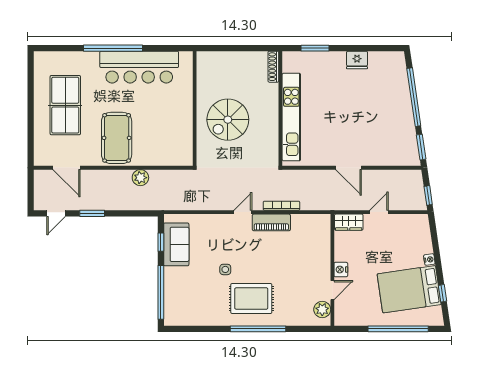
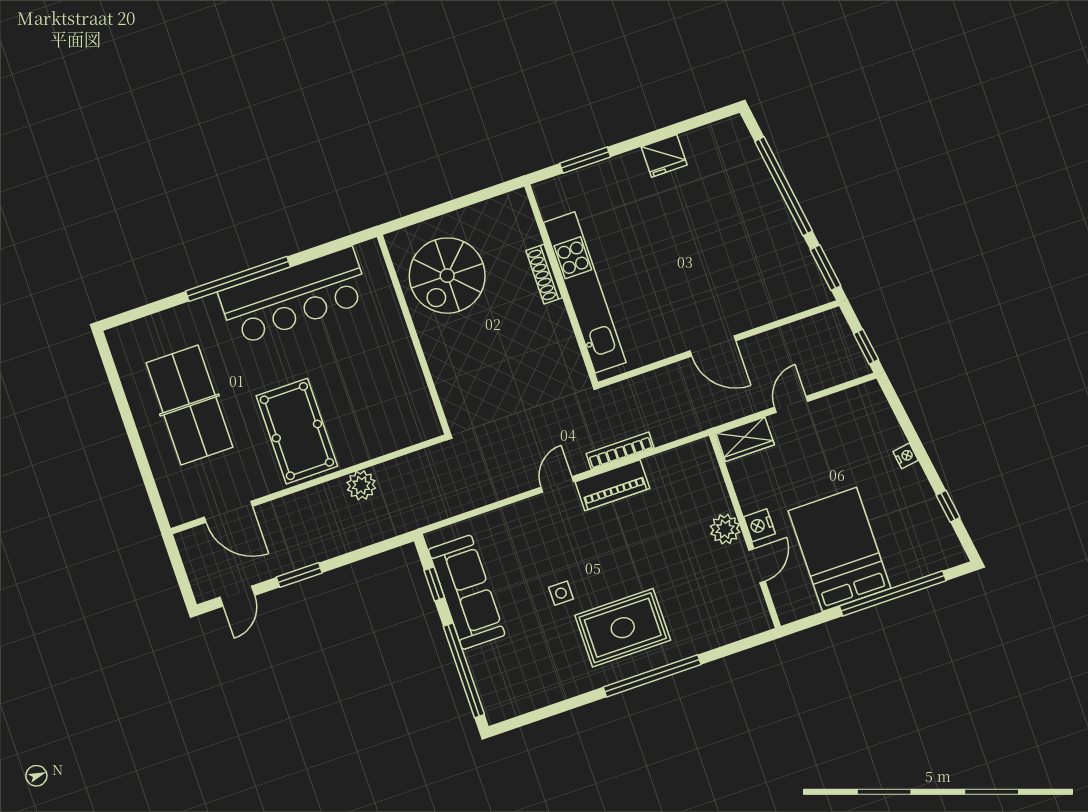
shoe rack: (273, 67) -> (544, 274), moved
spiral stairs: (228, 120) -> (447, 276), moved
sofa: (176, 244) -> (467, 592), width x1.36
bed: (409, 289) -> (839, 549), moved, turned 98
plant: (322, 309) -> (725, 529), moved

